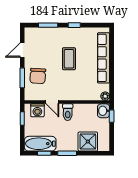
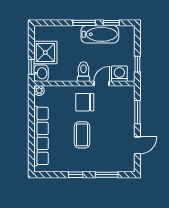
chair: (38, 76) -> (85, 102), moved, turned -94
door: (52, 102) -> (102, 84), hinge flipped
shower: (88, 141) -> (45, 53), moved
bathtub: (40, 144) -> (100, 34), moved

